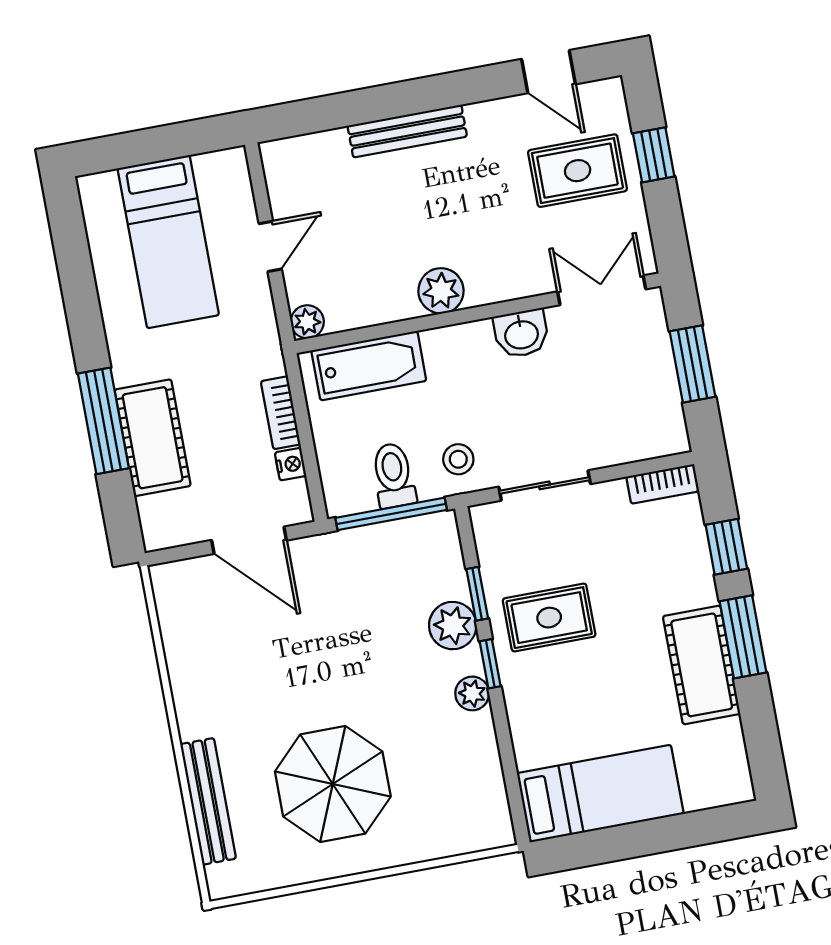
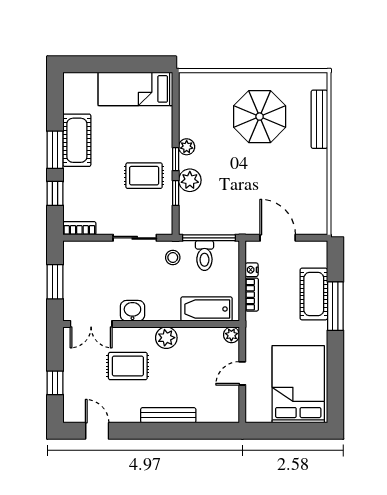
rug: (578, 171) -> (128, 366), moved
bed: (168, 242) -> (298, 384), width x1.50

